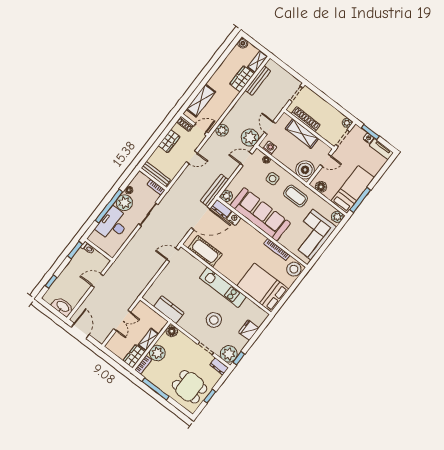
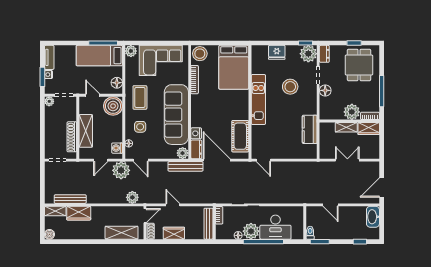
door: (200, 129) -> (145, 216), swing flipped
floor lamp: (172, 331) -> (325, 90), moved

